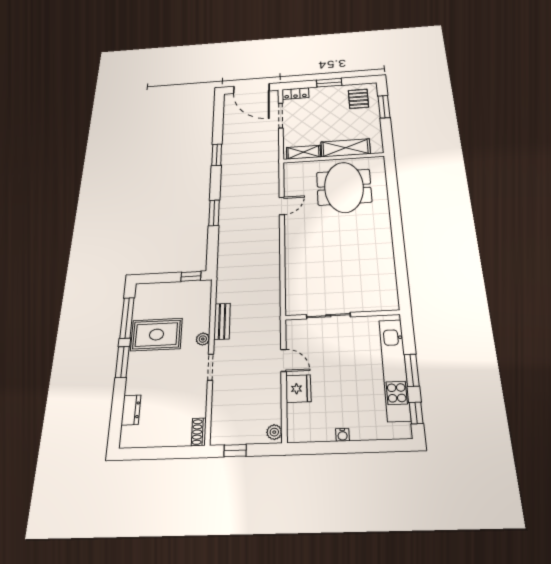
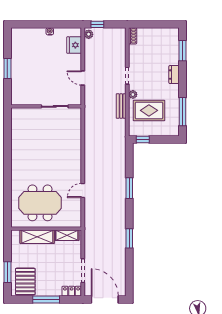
window: (329, 83) -> (46, 300), width x1.44
pallet: (358, 99) -> (25, 282), width x1.50, depth x1.42
meeting table: (344, 187) -> (40, 203), turned 90
rug: (156, 335) -> (149, 110), moved
window: (122, 362) -> (183, 51), moved
kitchen unit: (394, 369) -> (17, 70), removed
fridge: (298, 389) -> (74, 45), moved
dresser: (131, 410) -> (174, 75), moved
window: (416, 413) -> (7, 43), removed
window: (235, 451) -> (97, 24), moved

